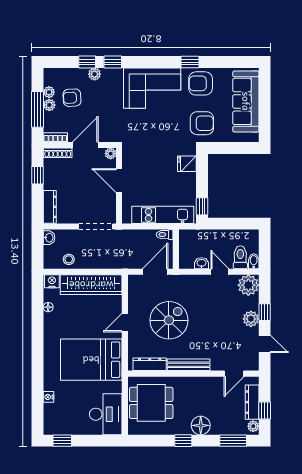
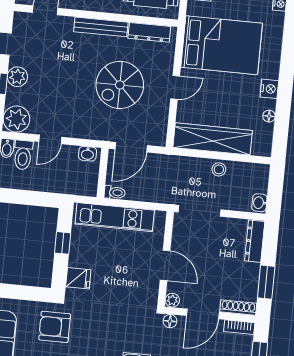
floor lamp: (111, 137) -> (170, 321), added
window: (38, 175) -> (266, 282), width x1.50
window: (202, 206) -> (63, 243), moved
stool: (69, 259) -> (219, 169), moved
washbasin: (202, 263) -> (87, 154), moved
door: (220, 272) -> (50, 139), hinge flipped
nightstand: (52, 281) -> (269, 89), moved, turned -90

